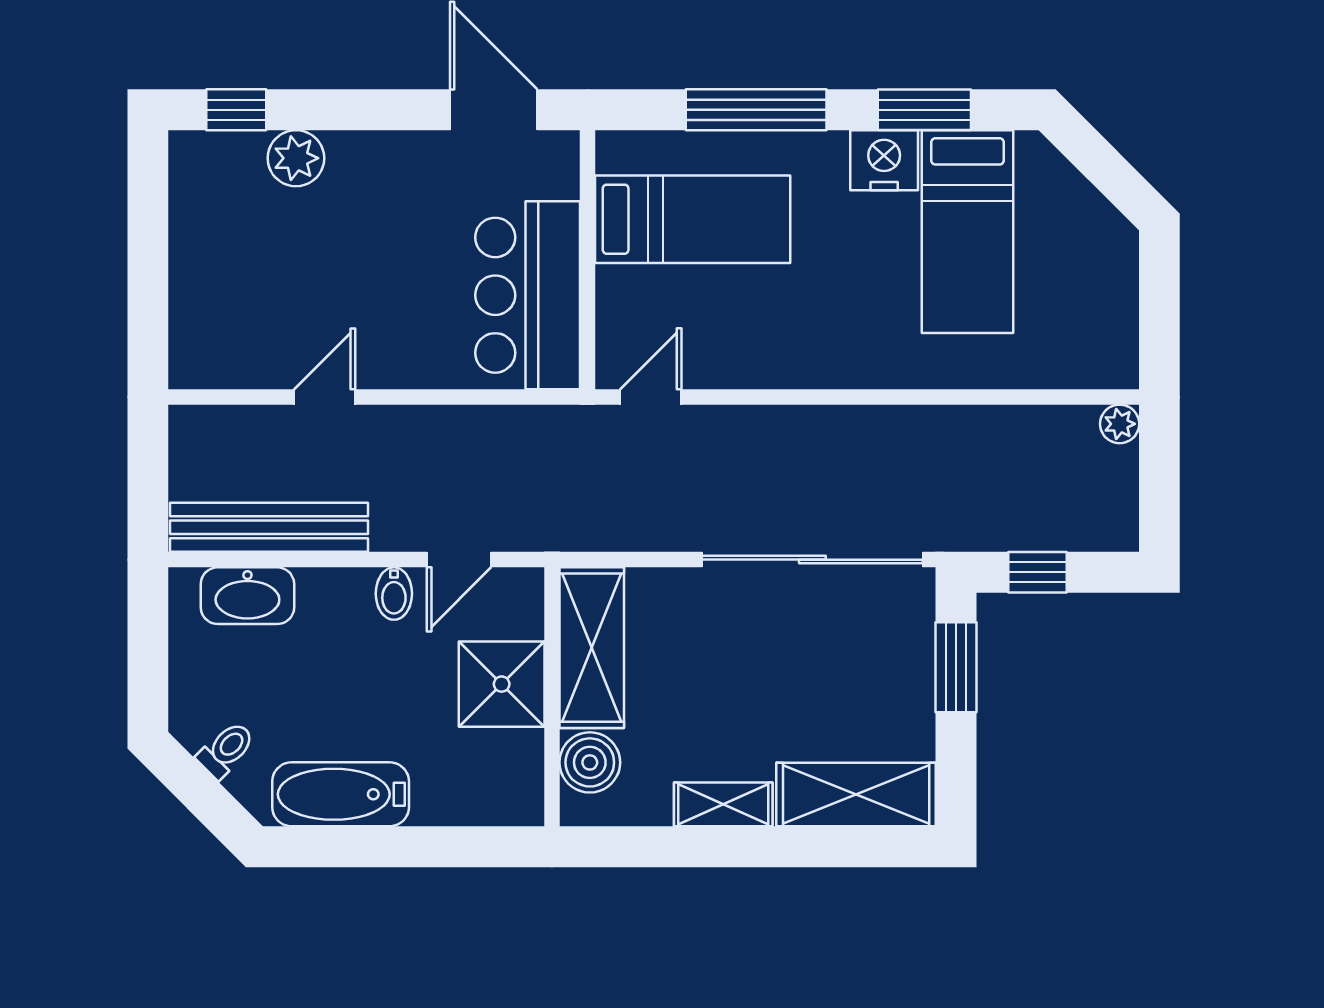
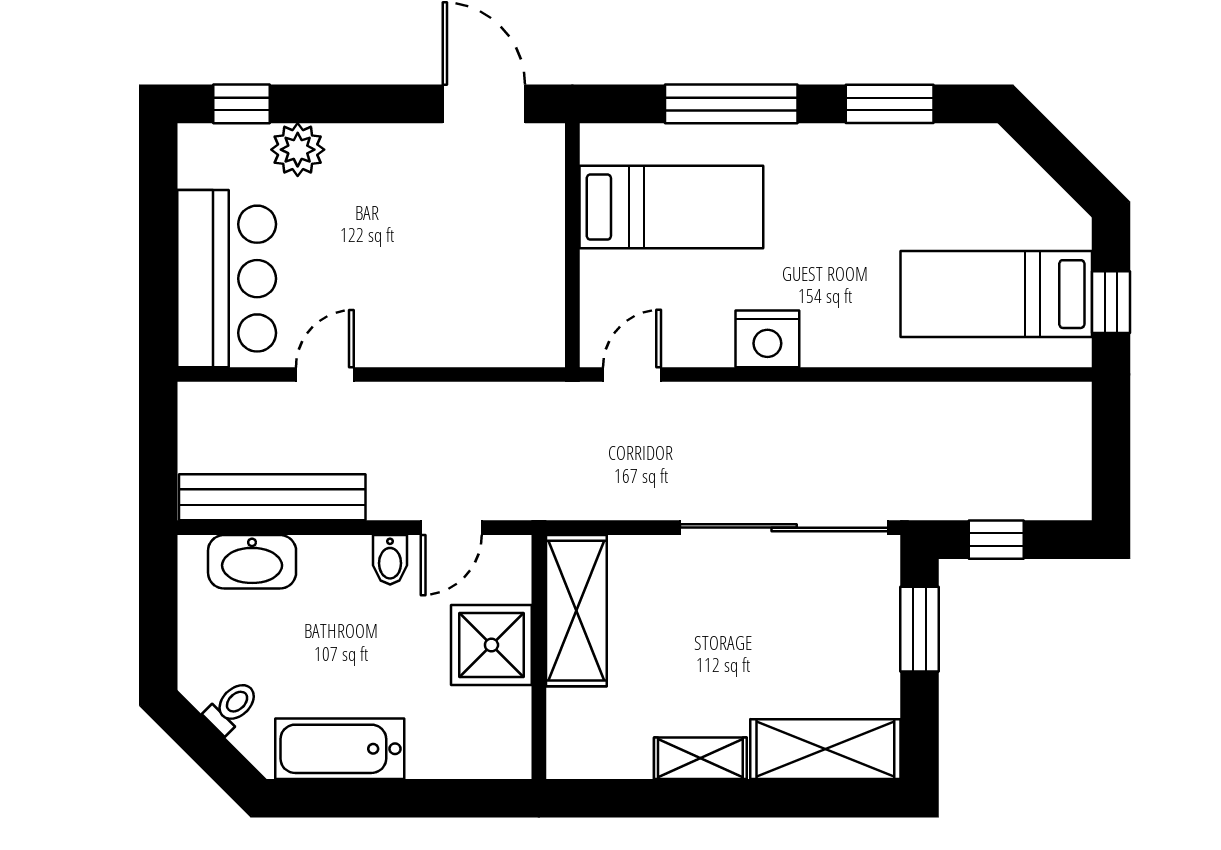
nightstand: (884, 160) -> (767, 339), moved, turned 180
bed: (968, 232) -> (996, 294), moved, turned 90
bar counter: (528, 295) -> (227, 279), moved, turned 180
window: (1159, 320) -> (1111, 302), added
plant: (1120, 424) -> (1074, 400), removed
boiler: (590, 762) -> (575, 719), removed

